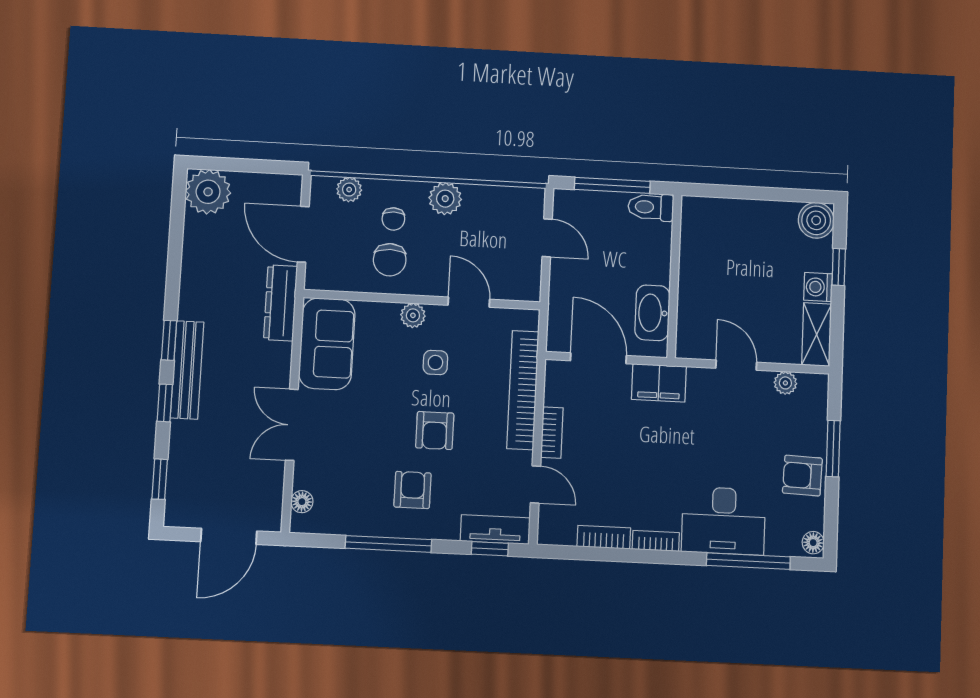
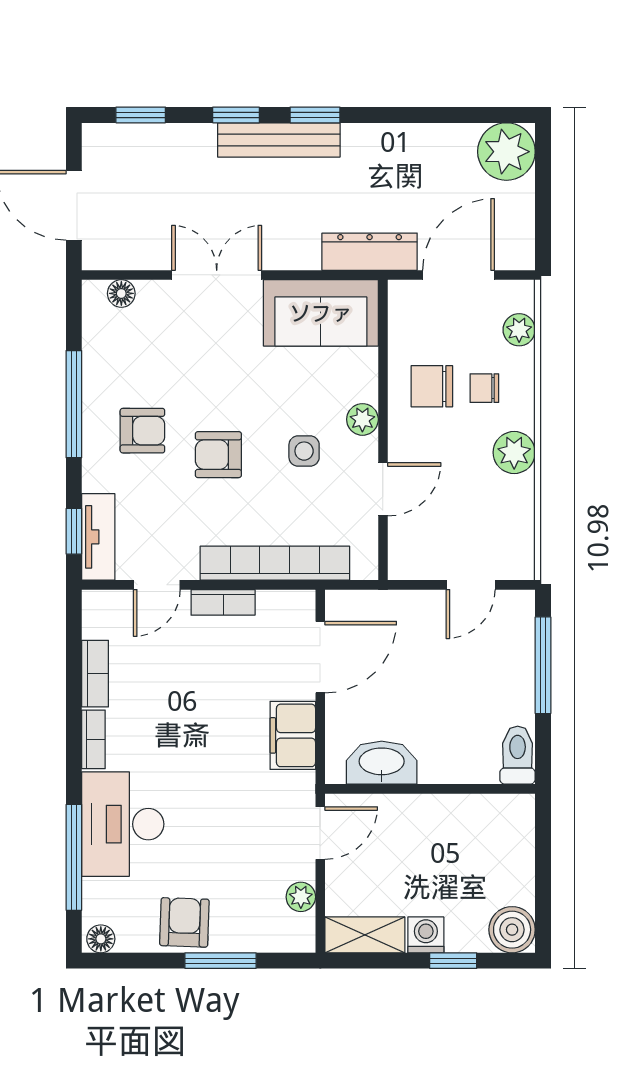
toilet: (651, 207) -> (518, 755), moved
wall: (674, 276) -> (430, 789), moved
washbasin: (652, 313) -> (382, 763), moved

